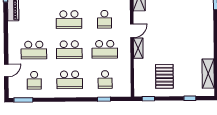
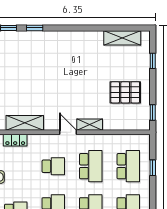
school desk: (105, 79) -> (128, 166), width x1.85

